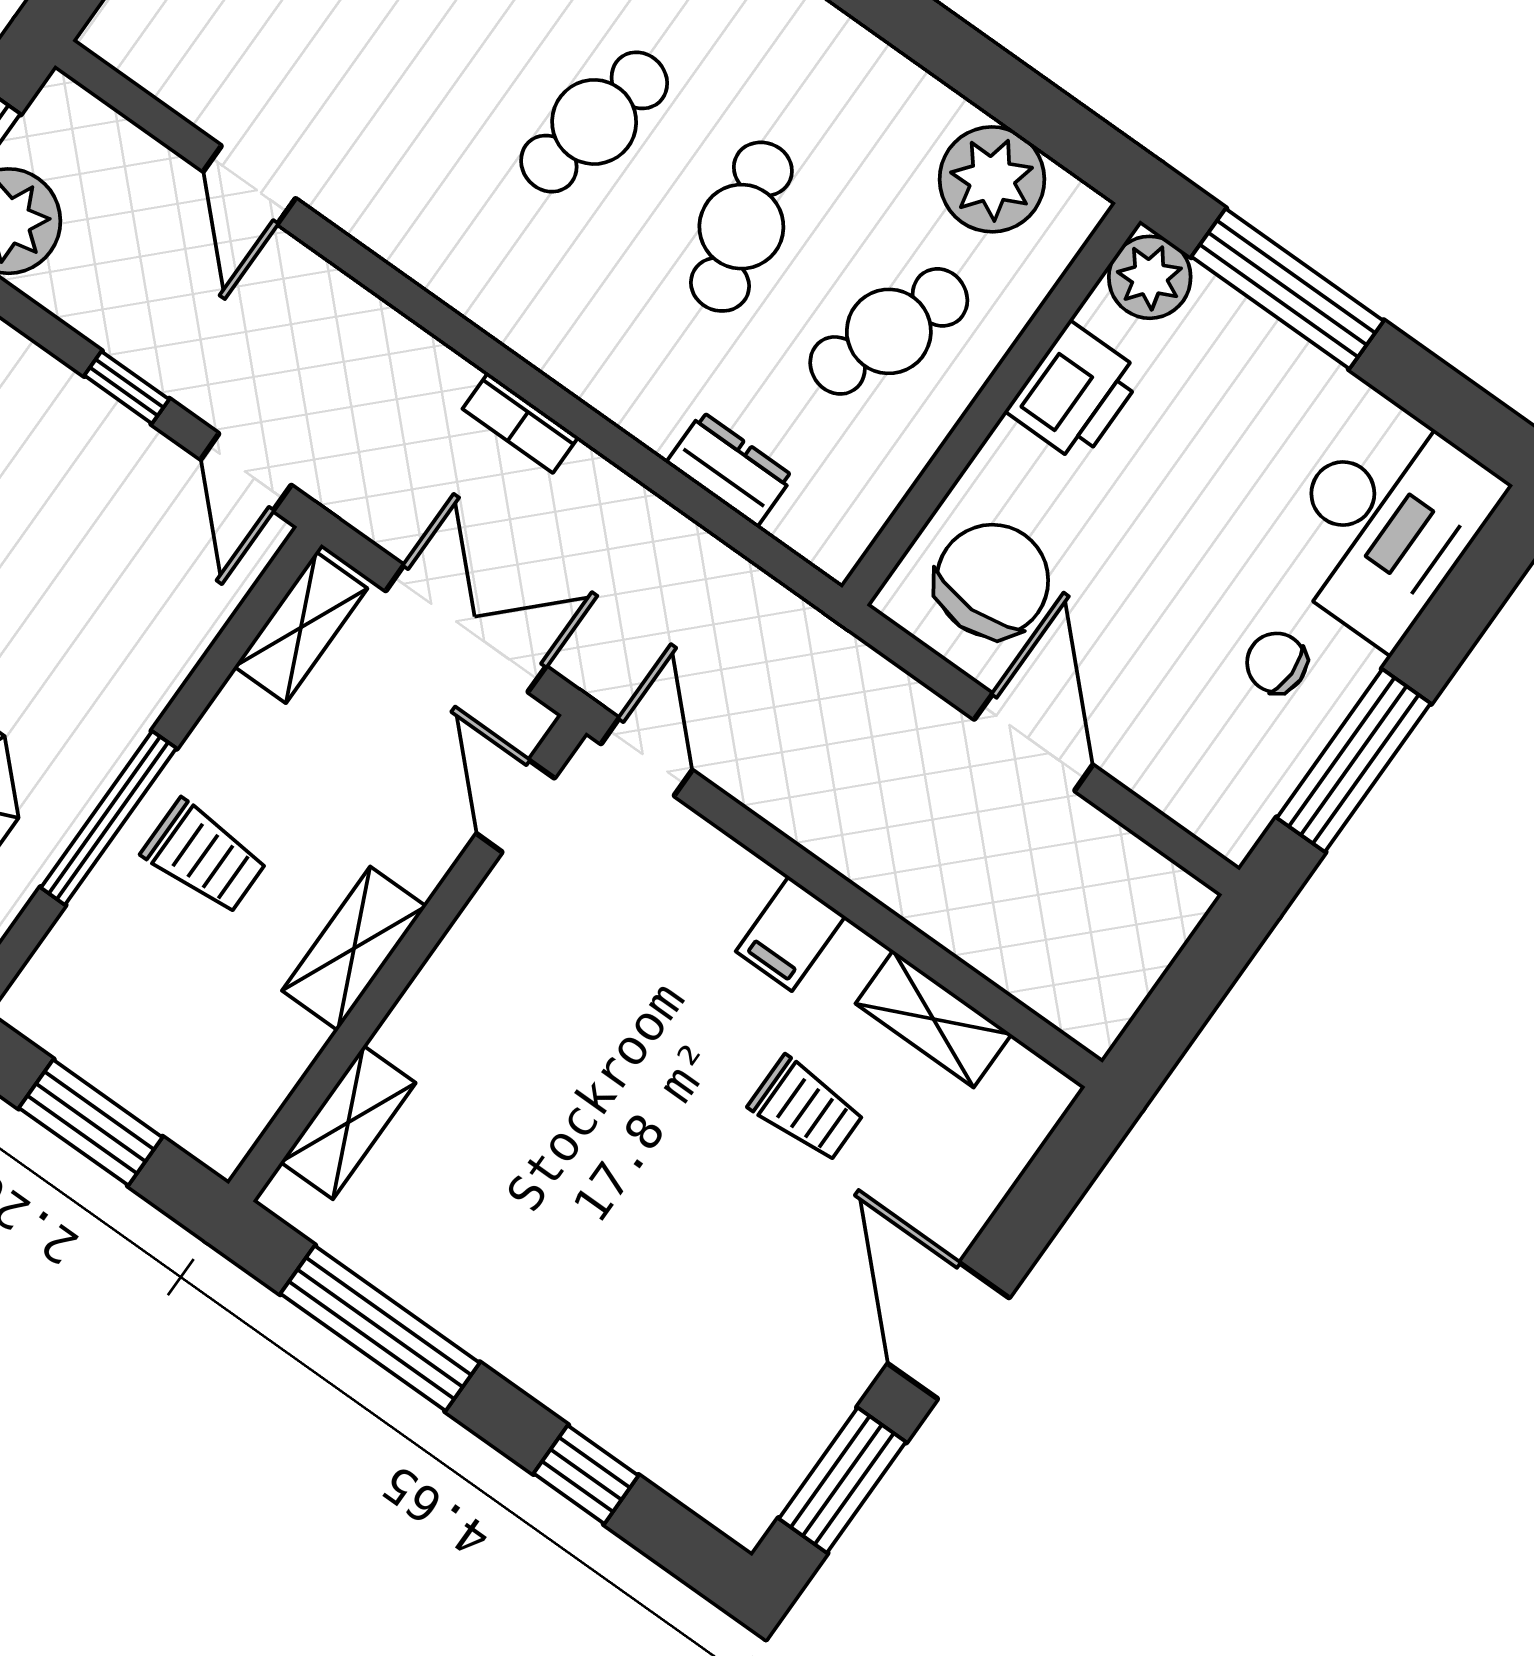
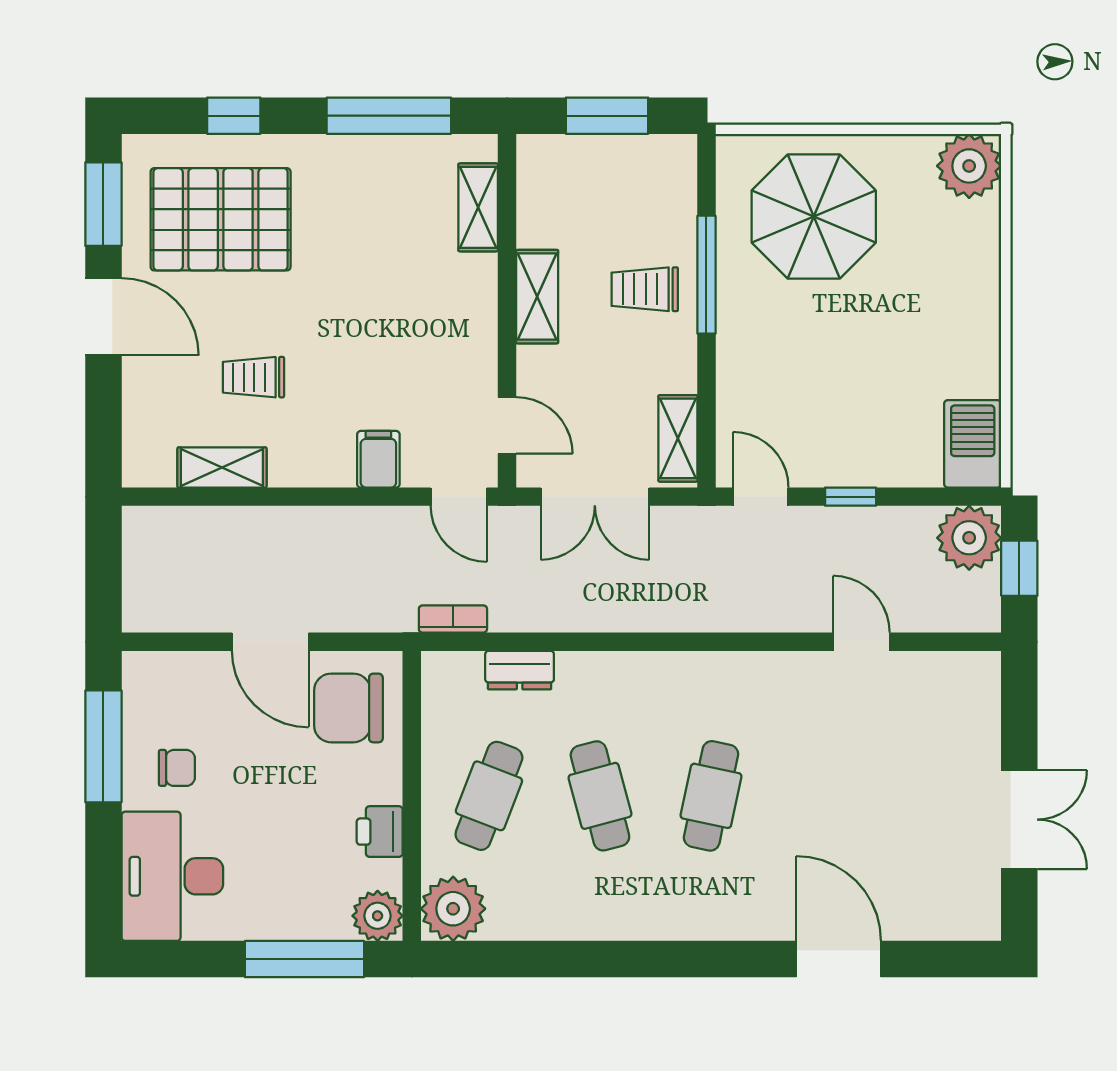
plant: (992, 179) -> (453, 909), moved
printer: (1075, 392) -> (380, 832), width x0.73, depth x0.81
bookcase: (520, 423) -> (453, 619), moved
chair: (992, 581) -> (348, 708), turned 90
filing cabinet: (790, 934) -> (378, 459), moved
pallet: (701, 1350) -> (221, 219), added

